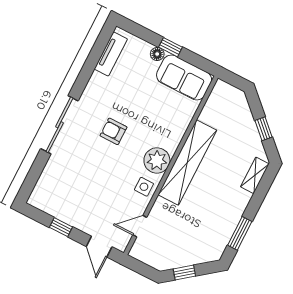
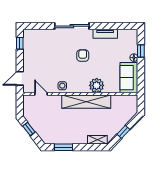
window: (170, 47) -> (141, 51), moved
tv unit: (111, 54) -> (105, 34), moved
plant: (157, 160) -> (97, 85), moved
window: (61, 227) -> (20, 43), moved

